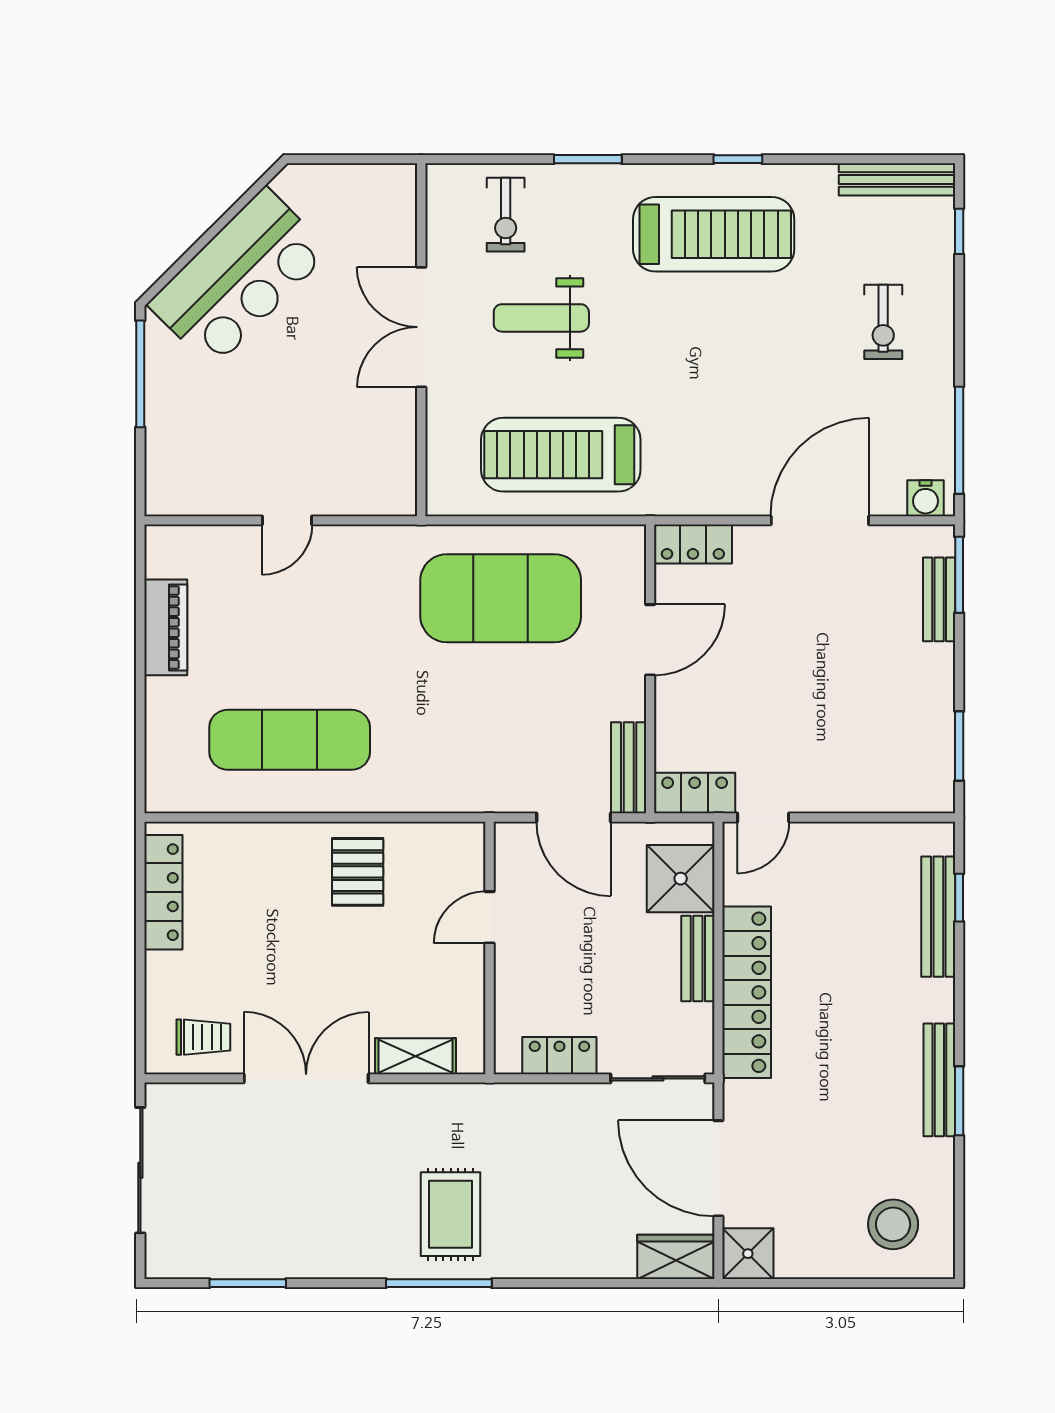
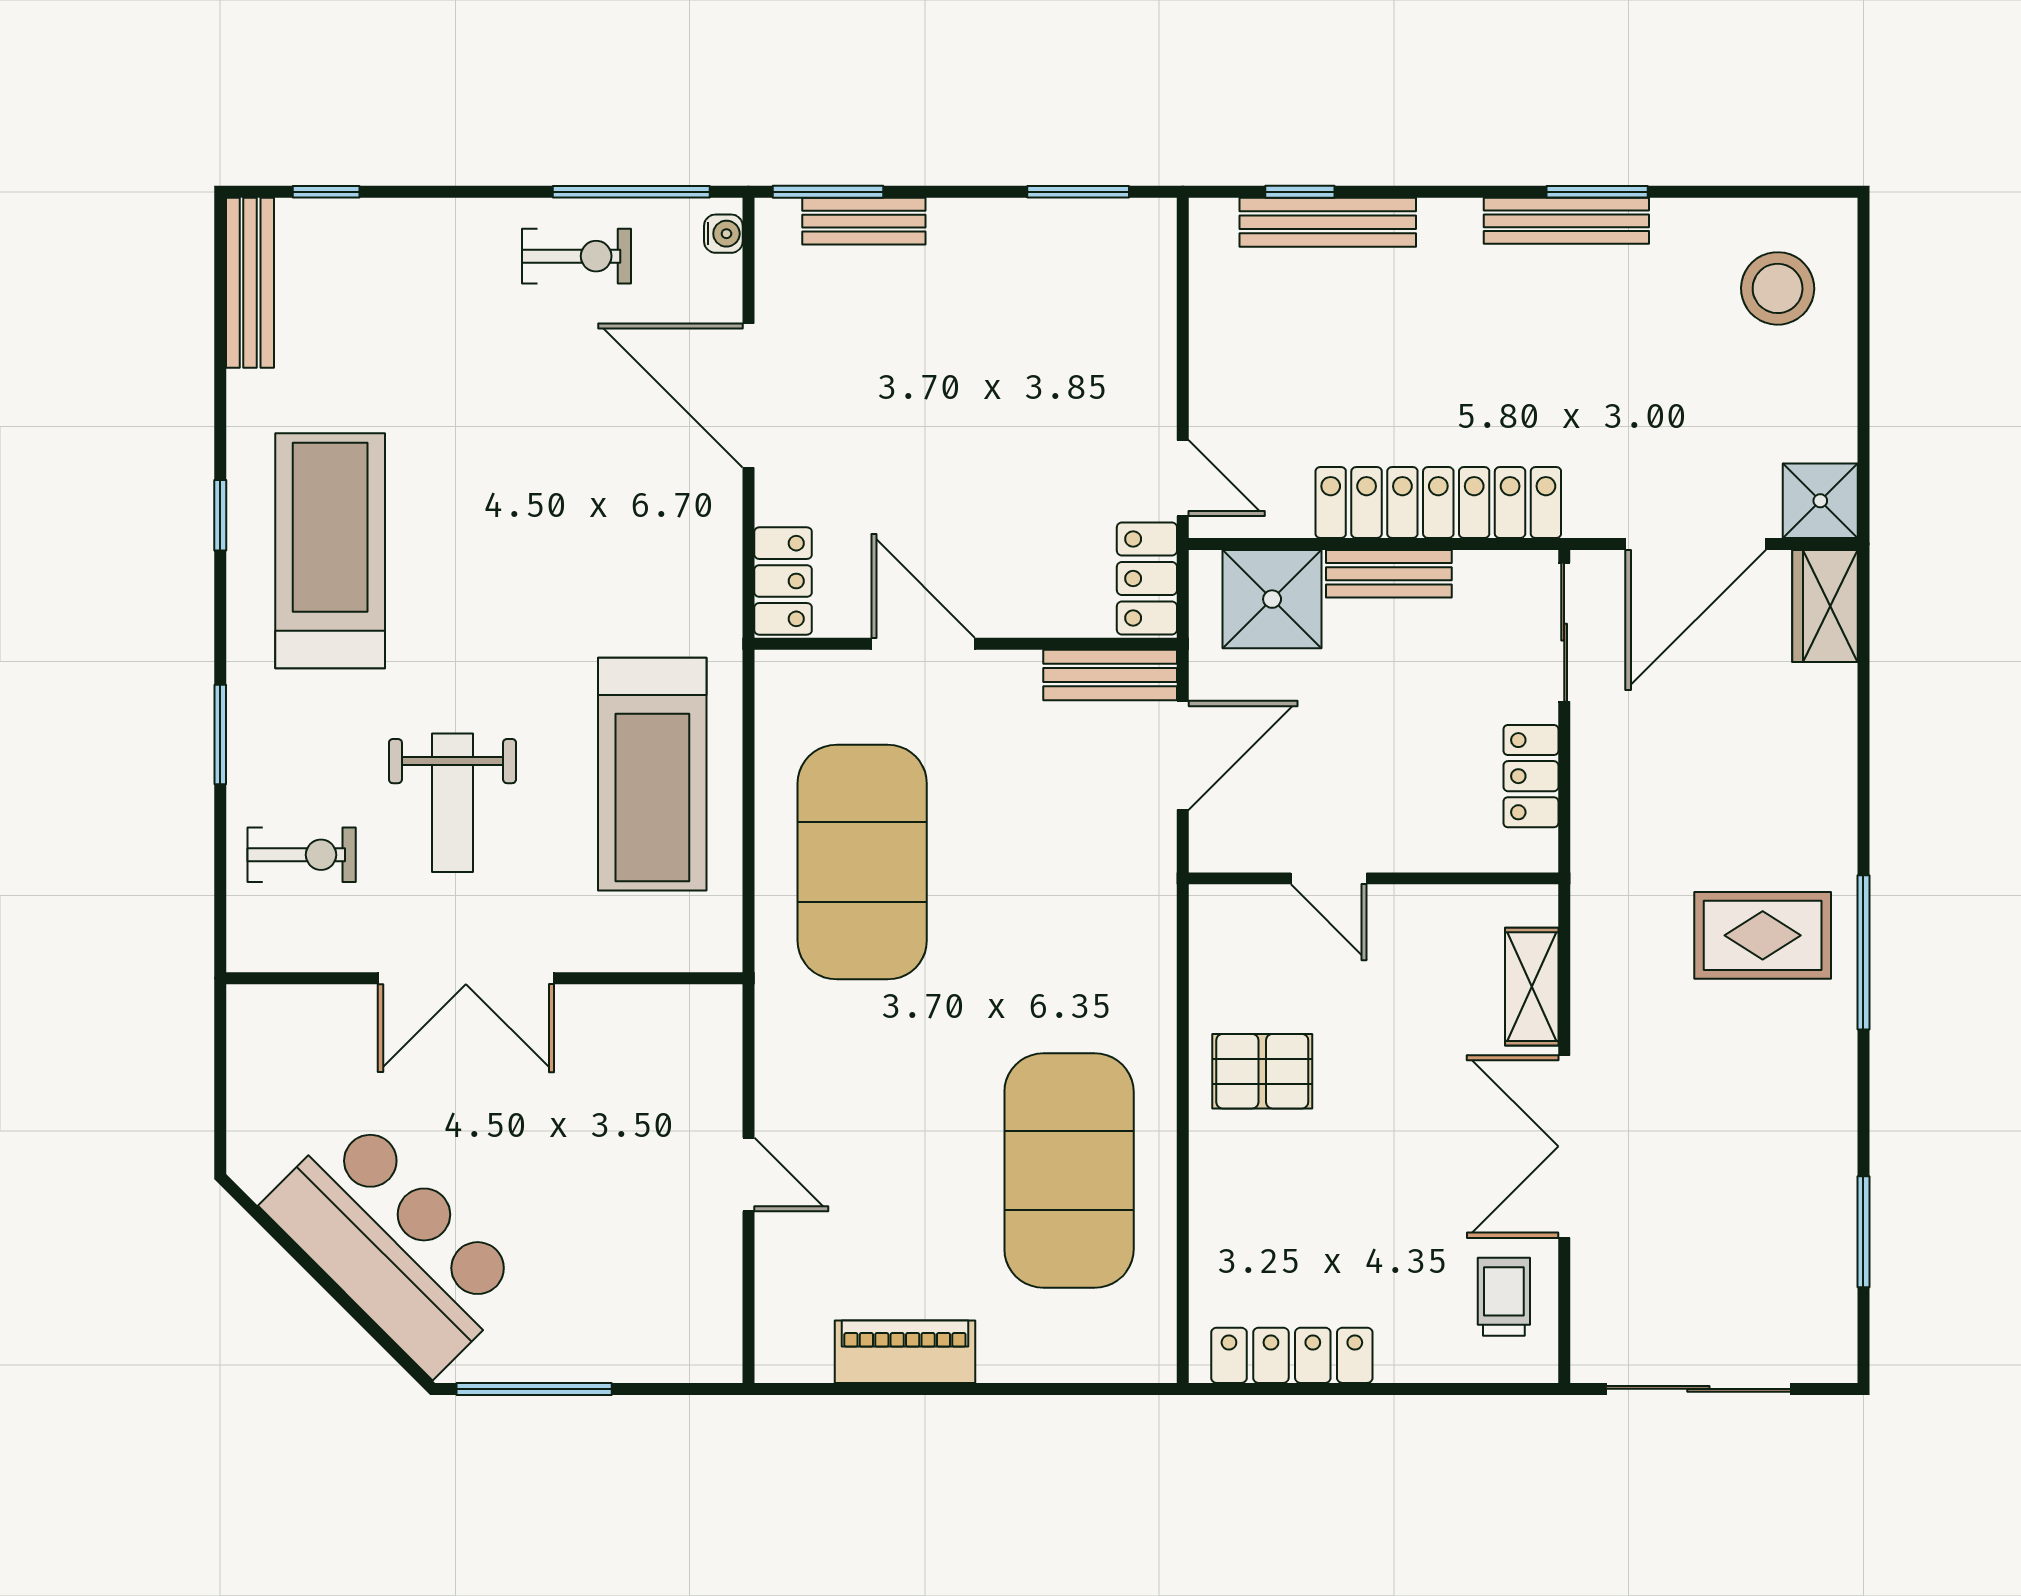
exercise bike: (883, 322) -> (576, 256), moved
water cooler: (926, 498) -> (723, 234), width x0.72, depth x0.72
exercise mat: (290, 740) -> (1069, 1171), width x1.47

